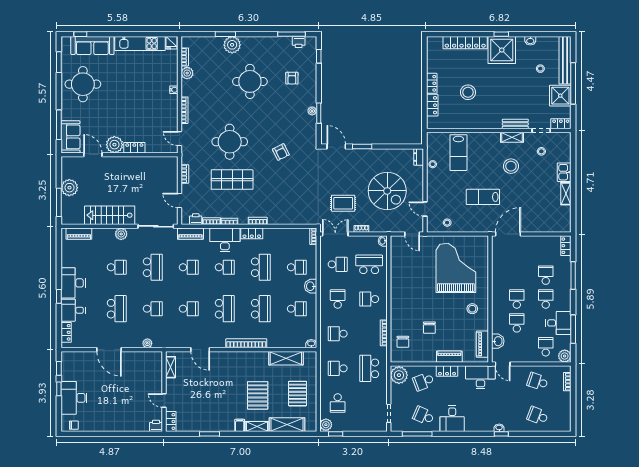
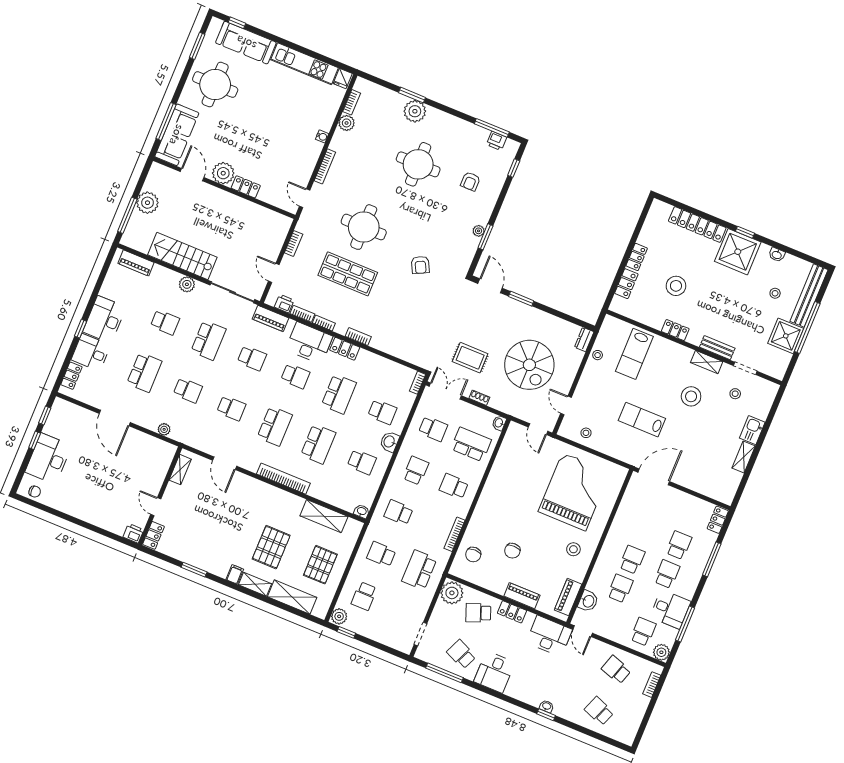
locker: (561, 124) -> (675, 330), moved
sofa: (70, 137) -> (177, 135), width x1.36

